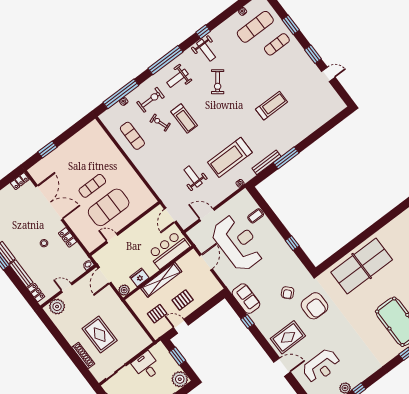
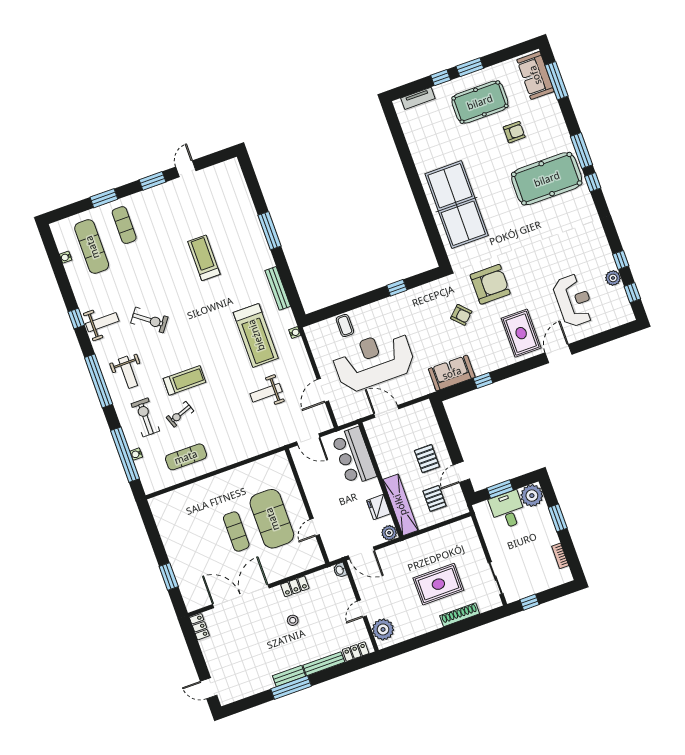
window: (286, 158) -> (269, 231), moved
shelving: (161, 280) -> (400, 505), moved
desk: (146, 366) -> (508, 510), moved, turned 90

